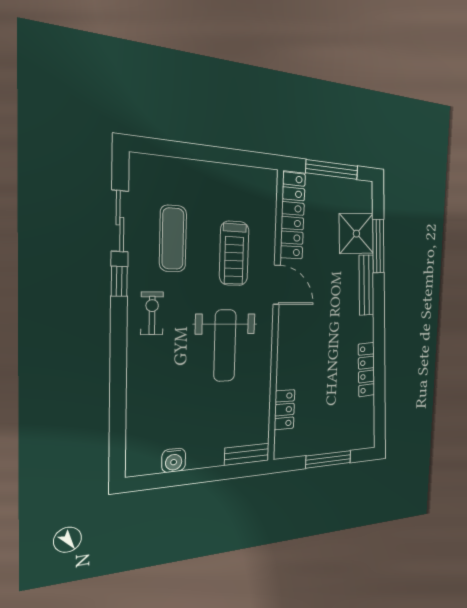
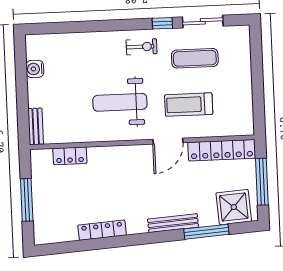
shower: (356, 234) -> (234, 207), moved

